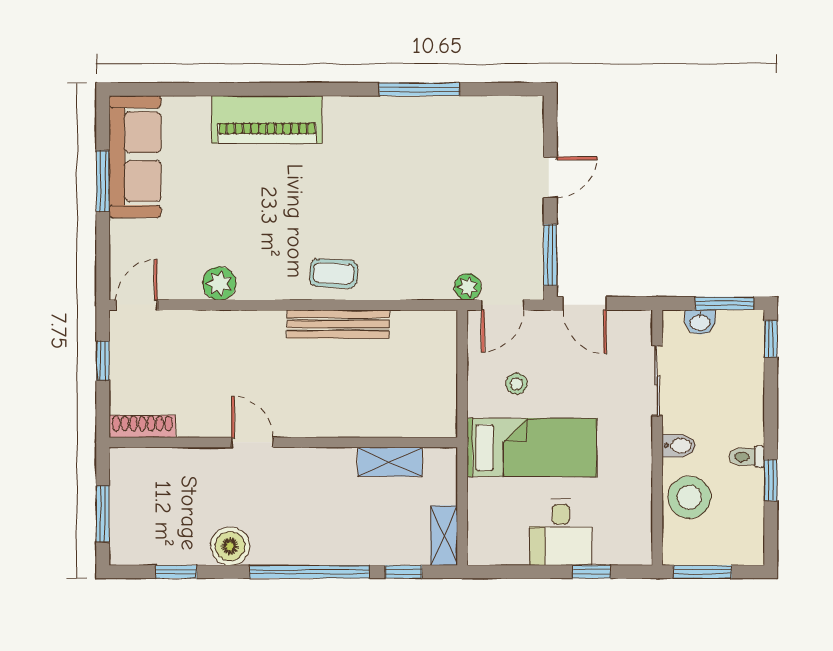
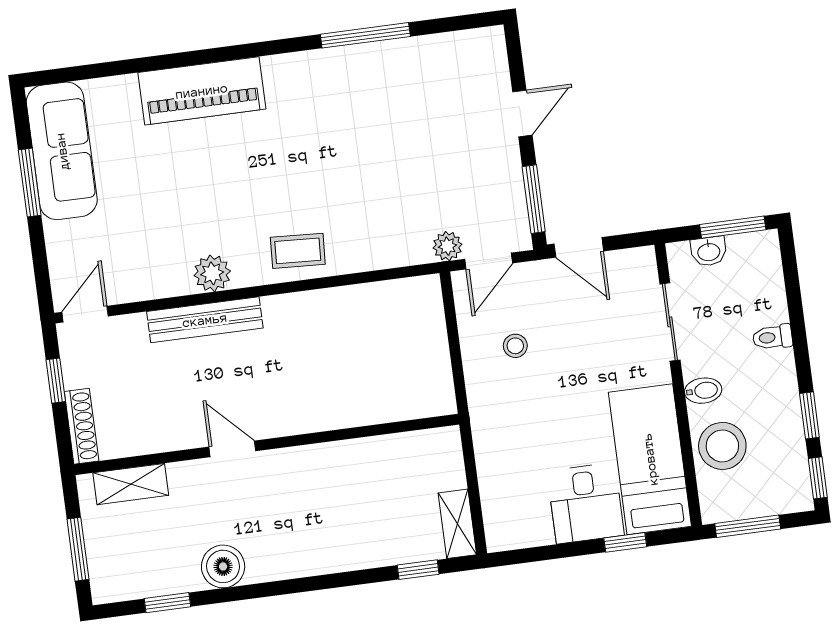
plant: (219, 283) -> (212, 273), moved
bench: (338, 324) -> (205, 320), moved
window: (771, 339) -> (818, 478), moved
shoe rack: (142, 426) -> (82, 426), moved, turned 90
bed: (532, 448) -> (650, 459), moved, turned -90
toilet: (747, 457) -> (772, 337), moved
shelving: (390, 462) -> (131, 484), moved
window: (309, 572) -> (314, 583), removed

